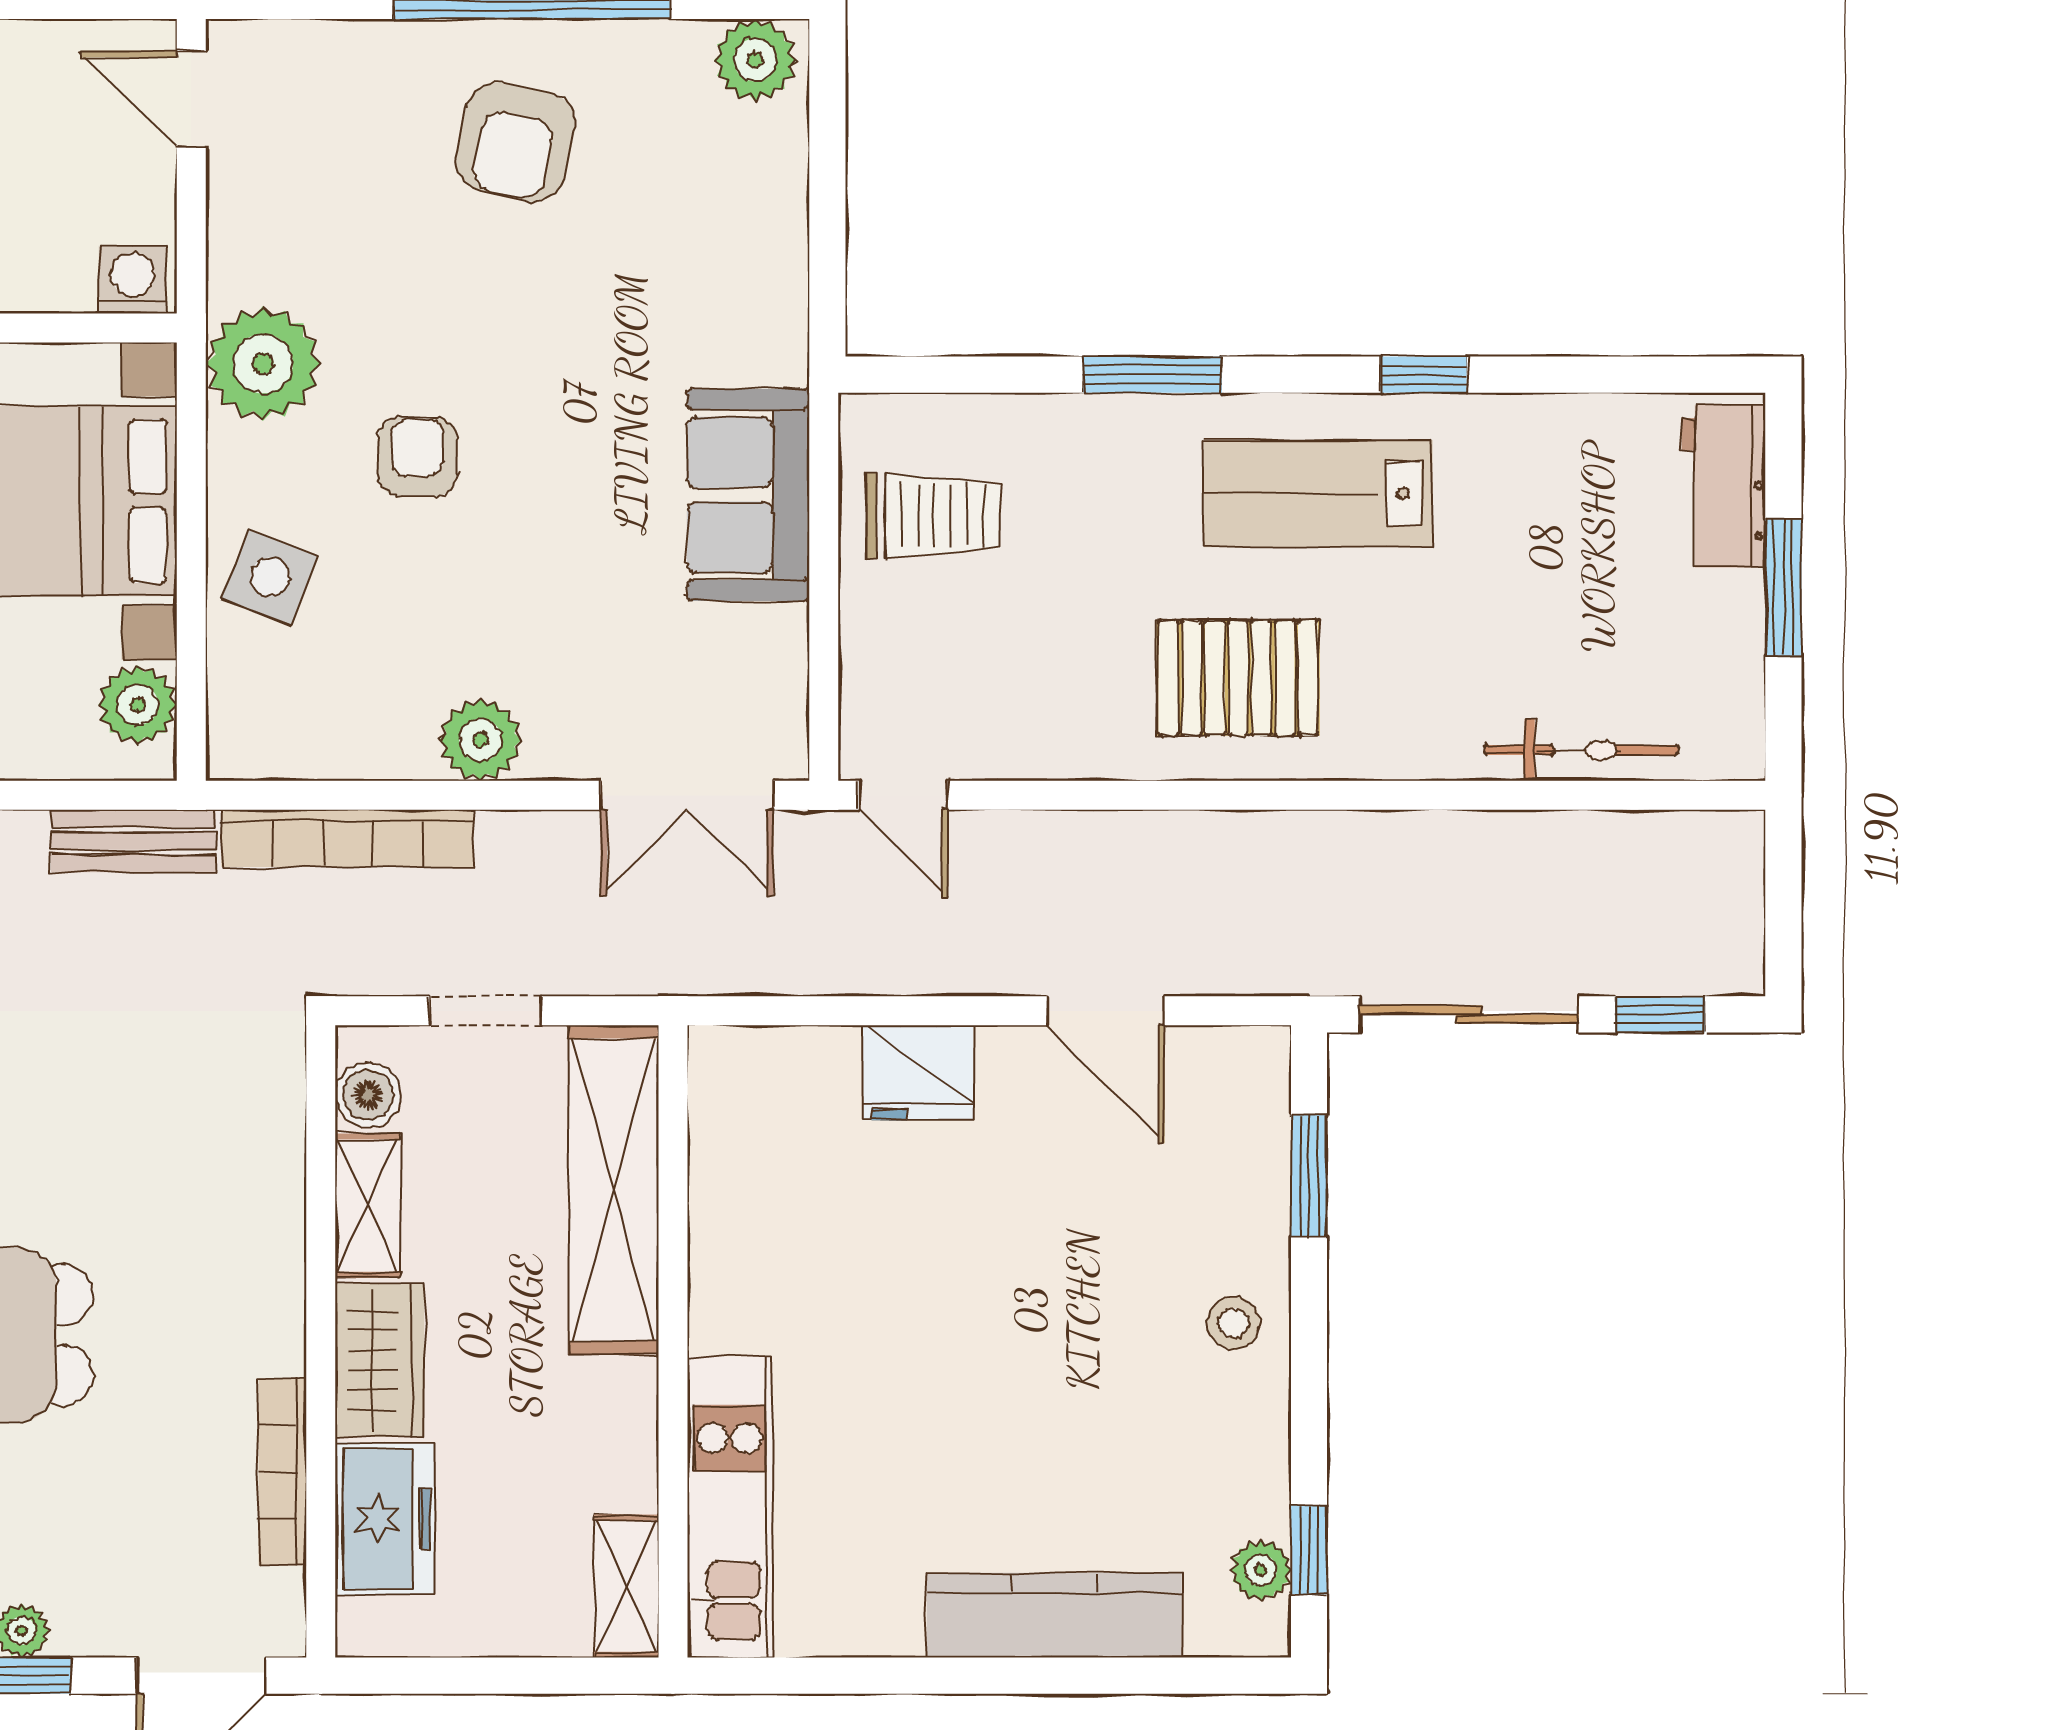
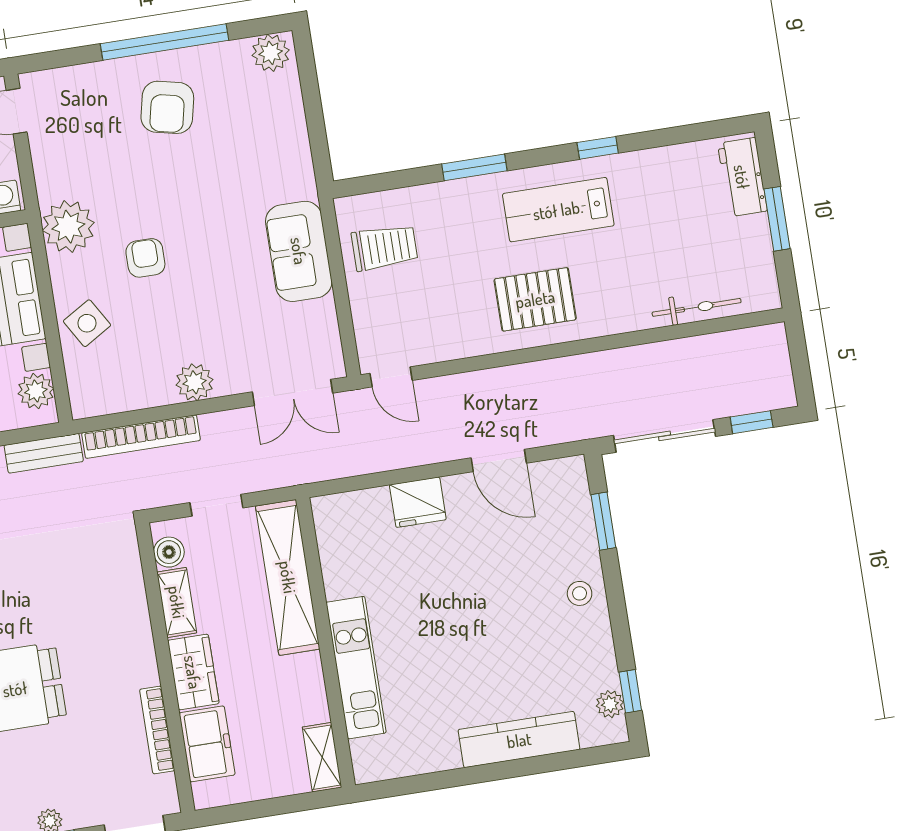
side table: (270, 577) -> (87, 323), turned 38
kitchen unit: (730, 1507) -> (356, 668), moved

